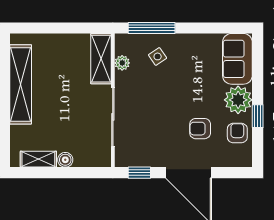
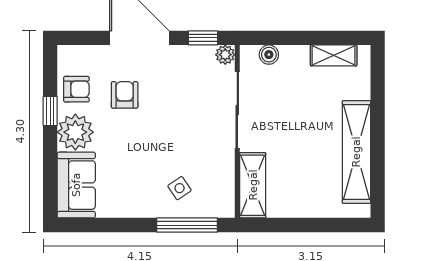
plant: (122, 63) -> (225, 55), moved
armchair: (200, 129) -> (125, 95), turned -90
armchair: (237, 133) -> (76, 89), turned -90
boiler: (65, 160) -> (269, 55), moved

